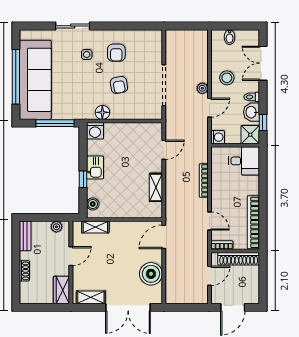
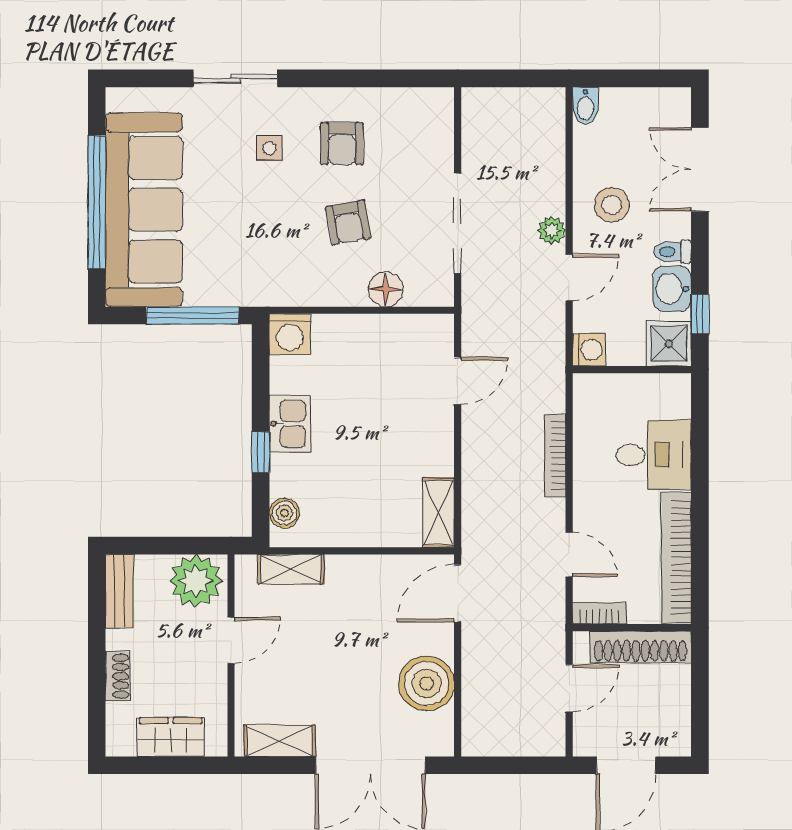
bidet: (230, 37) -> (585, 106), moved
floor lamp: (102, 112) -> (386, 289), moved
desk: (244, 161) -> (654, 455), moved
shelving: (156, 187) -> (438, 513), moved
plant: (56, 227) -> (196, 581), width x1.87, depth x1.87
wardrobe: (61, 290) -> (171, 737), moved, turned 90

